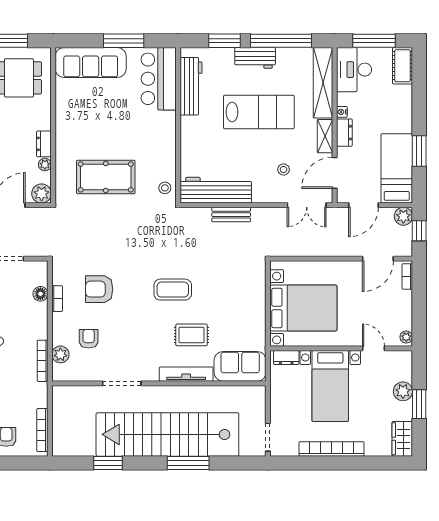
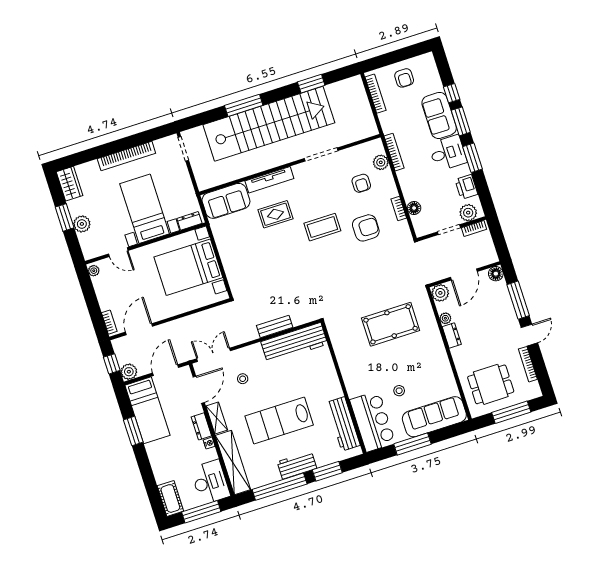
stool: (165, 188) -> (399, 391), moved
coffee table: (173, 290) -> (322, 227), moved

